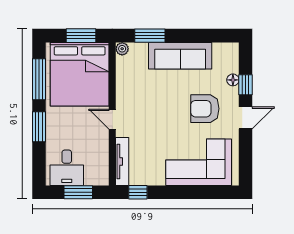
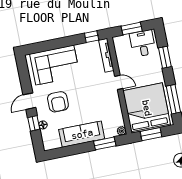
armchair: (205, 109) -> (58, 102), turned 90
window: (39, 127) -> (165, 57), moved

